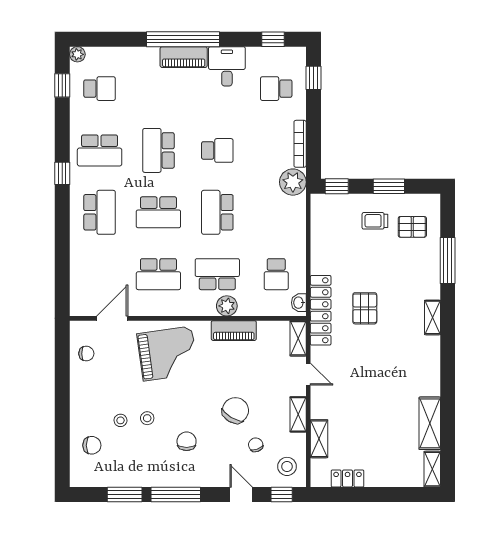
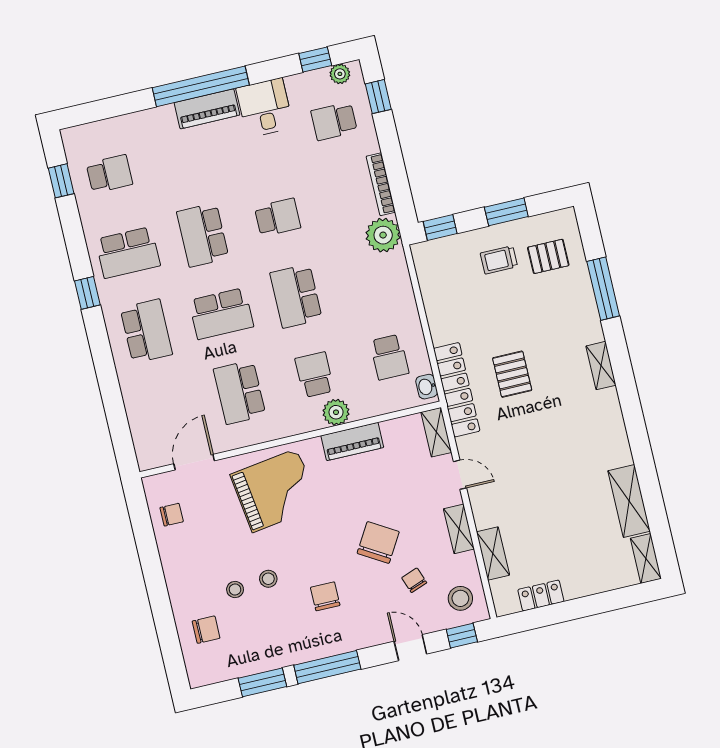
plant: (77, 54) -> (340, 74), moved
school desk: (158, 274) -> (240, 392), turned 90
school desk: (217, 274) -> (314, 375), width x0.54

